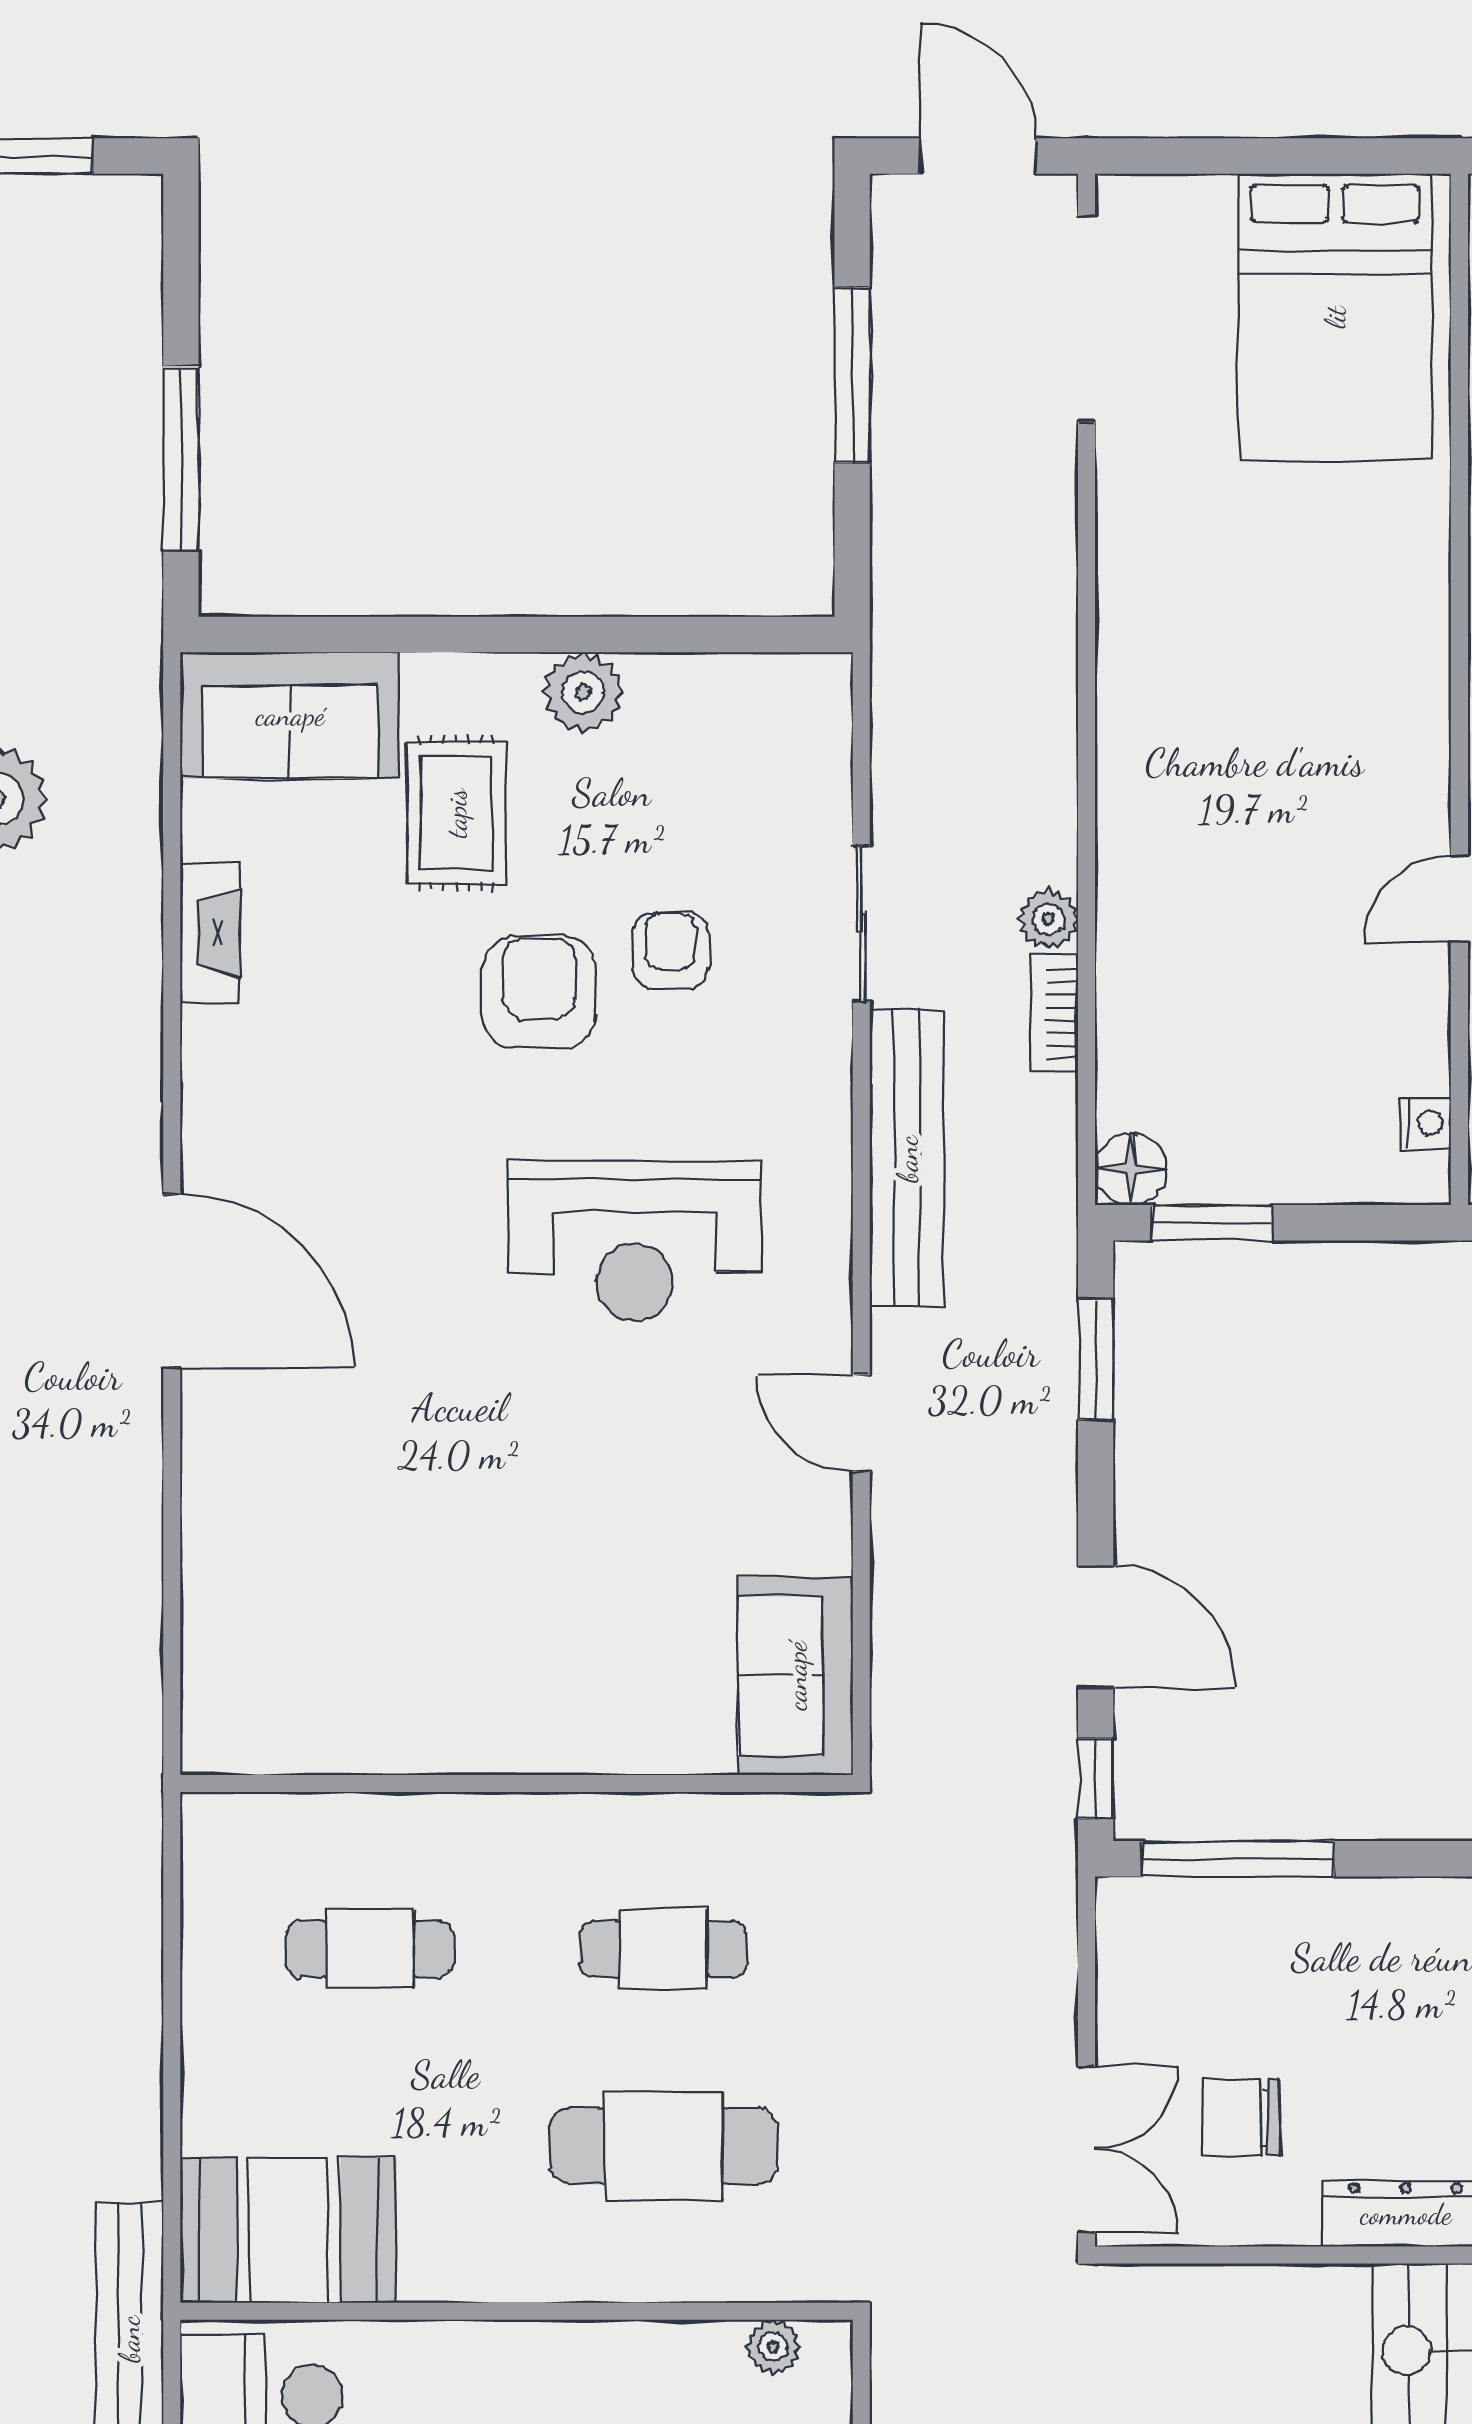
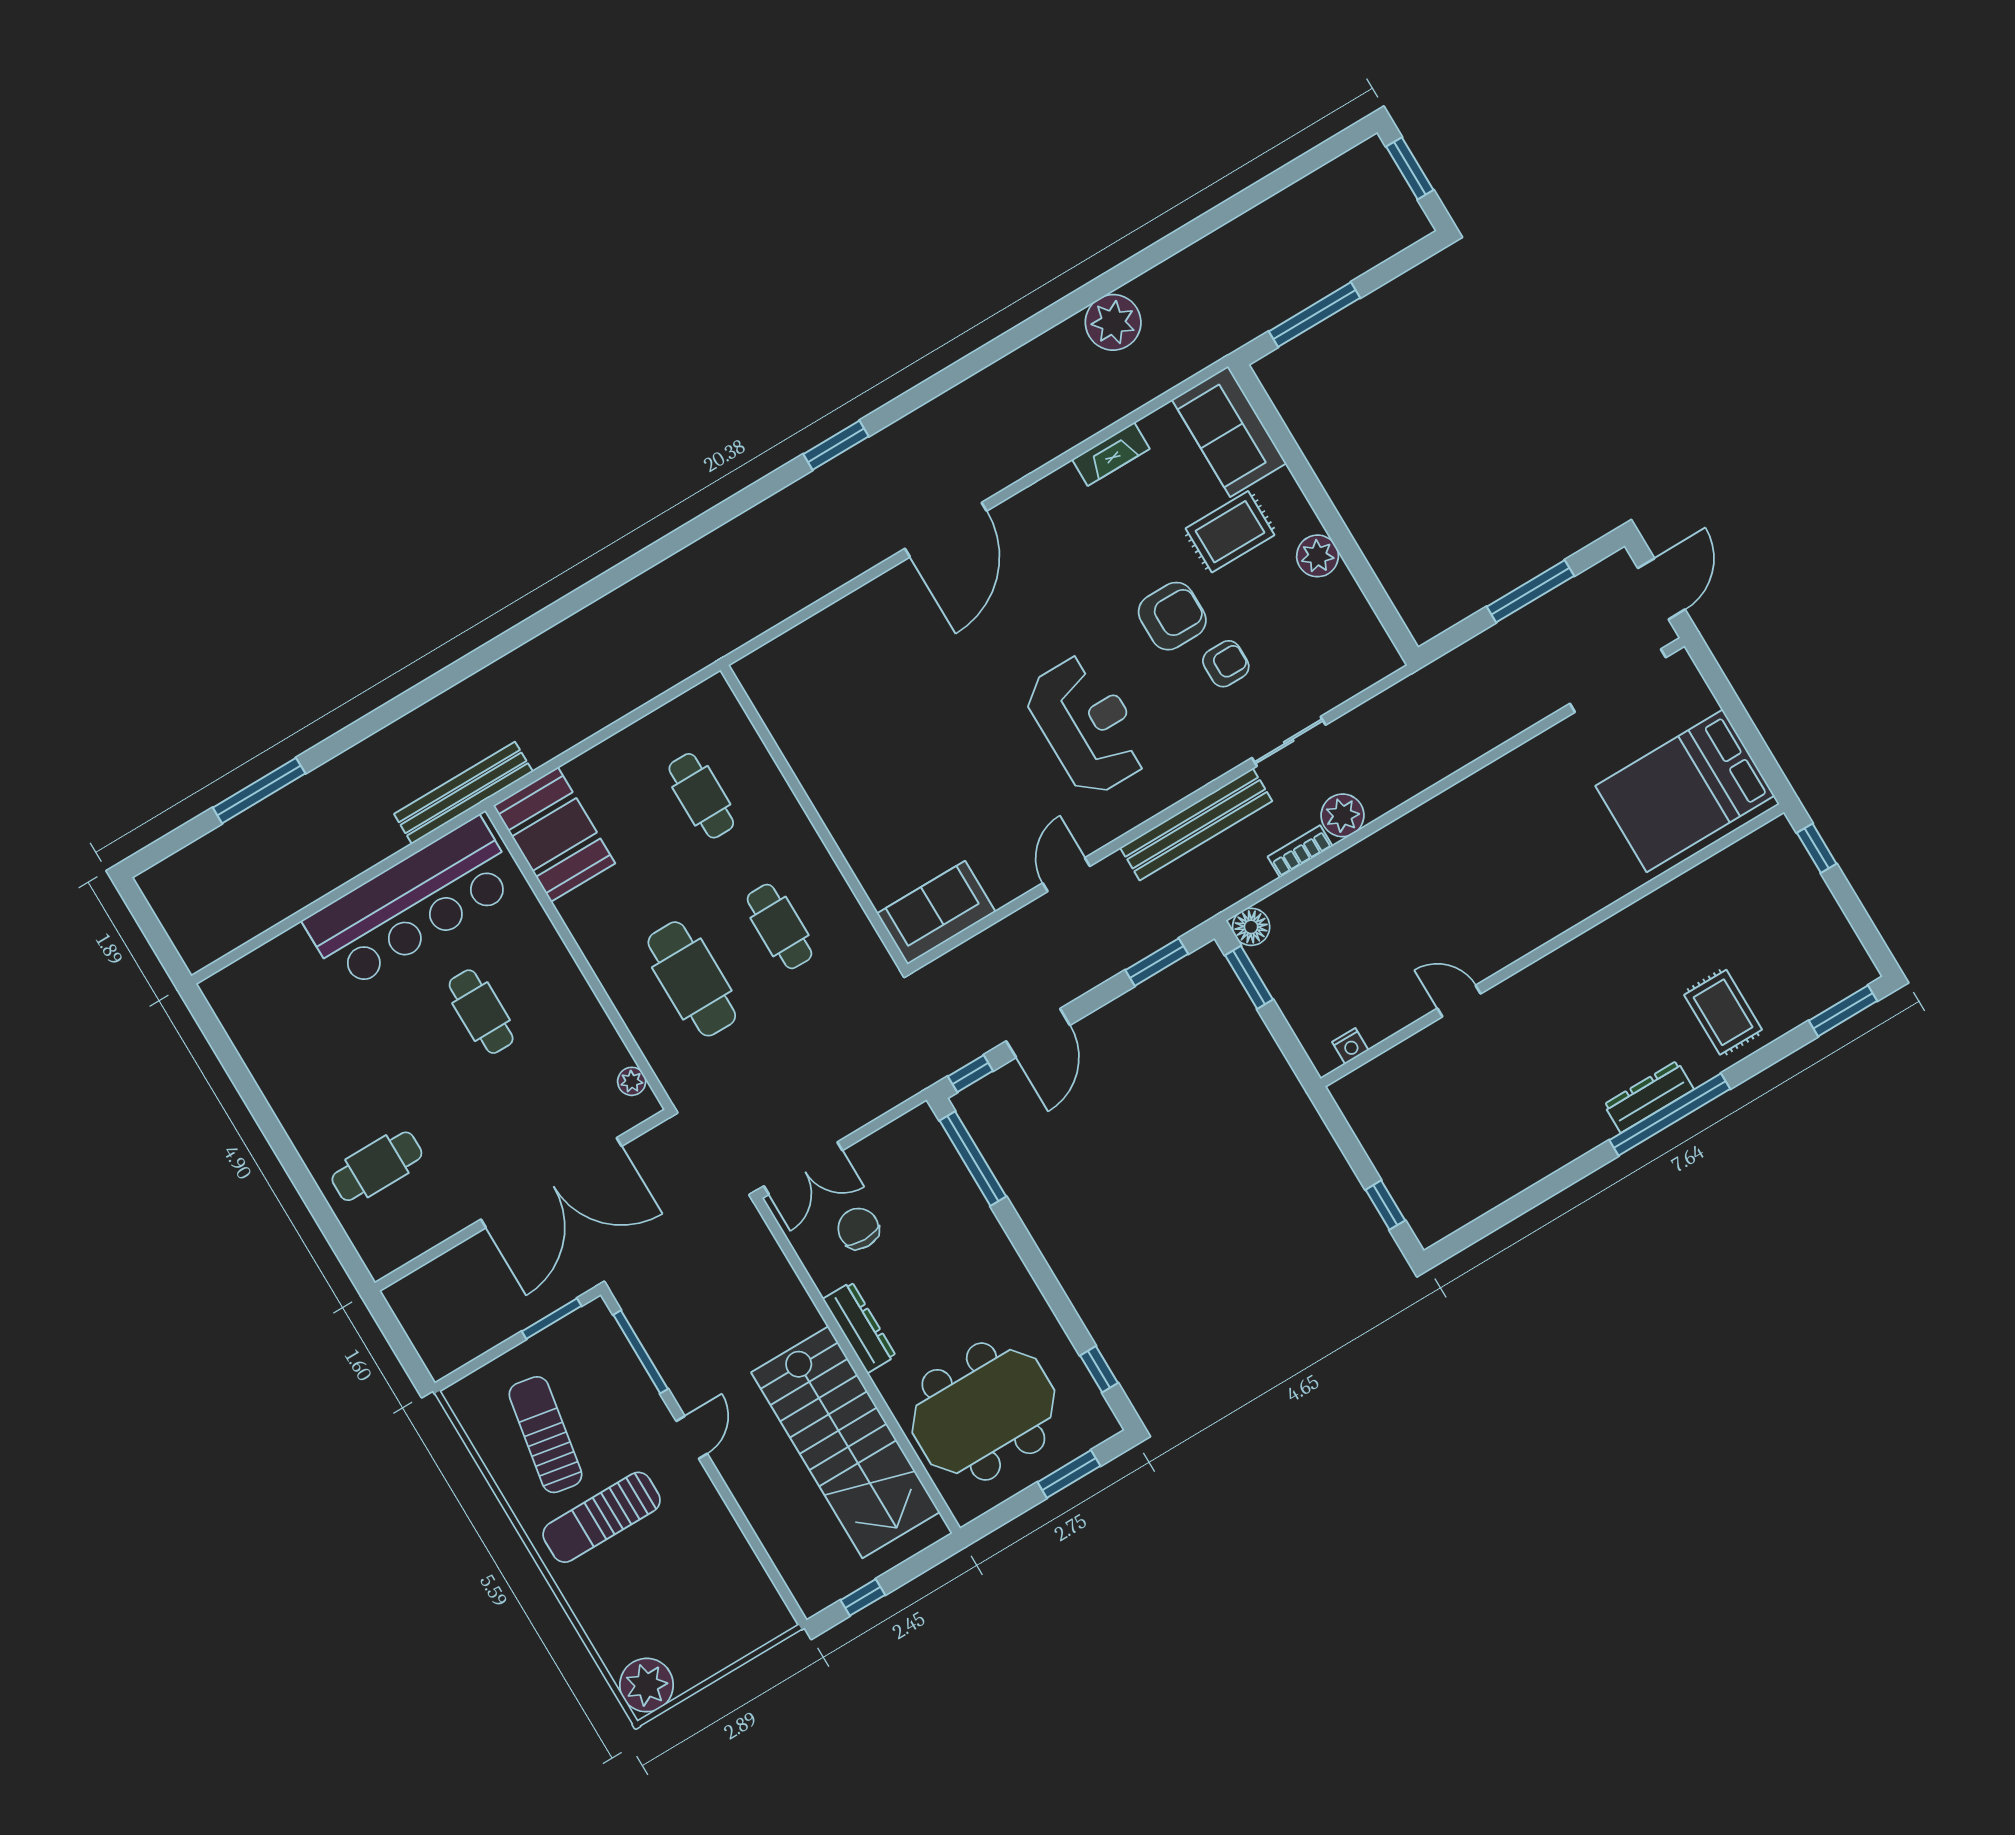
plant: (1048, 919) -> (1343, 815), width x1.38, depth x1.38
reception desk: (634, 1241) -> (1087, 725), turned 180

